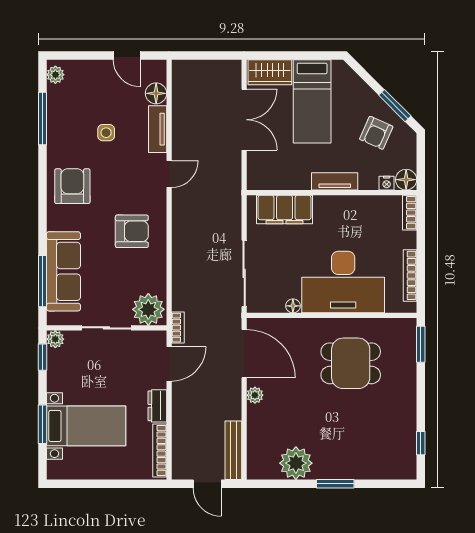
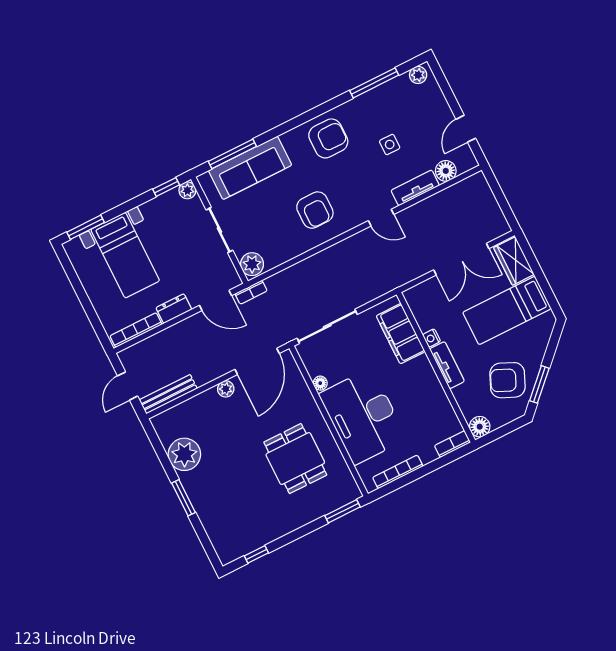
armchair: (376, 133) -> (507, 380), width x1.38, depth x1.38
nightstand: (387, 183) -> (432, 338), moved
plant: (148, 309) -> (252, 264), width x0.73, depth x0.73
window: (42, 424) -> (86, 227), moved

